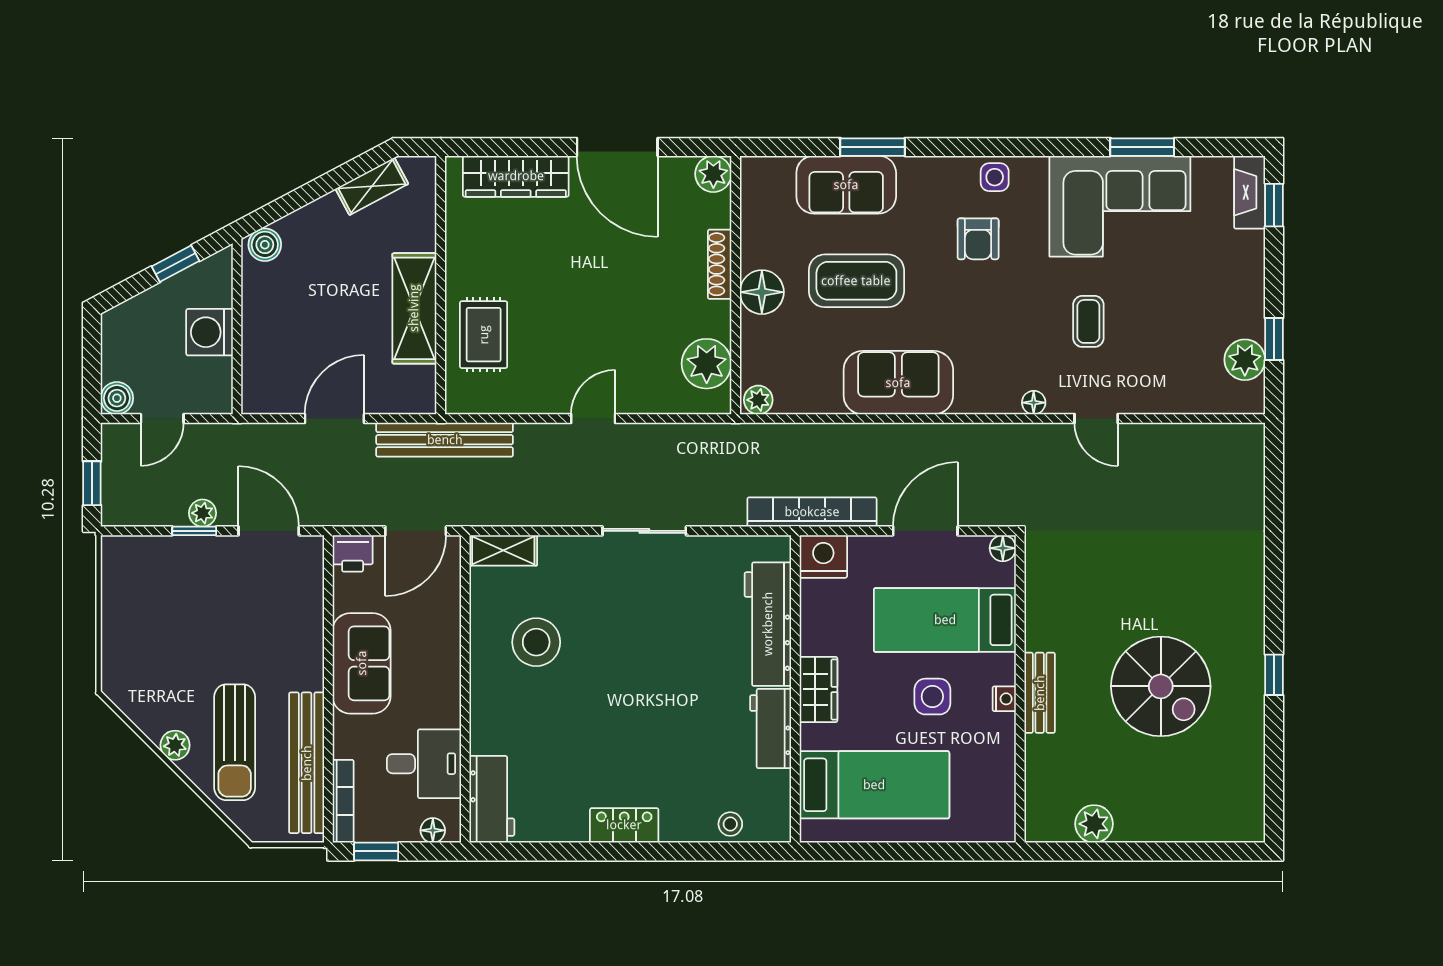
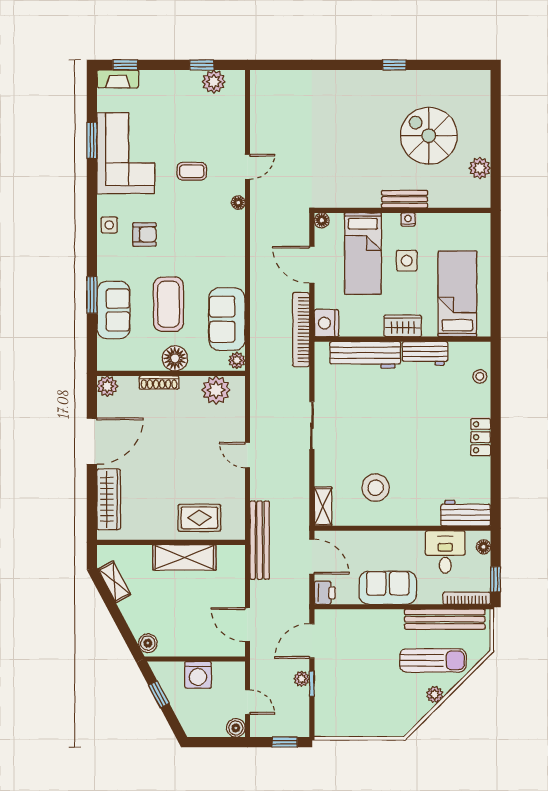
sofa: (898, 383) -> (227, 319), moved
door: (334, 419) -> (247, 625), moved
spiral stairs: (1161, 686) -> (429, 136), moved, turned -90

